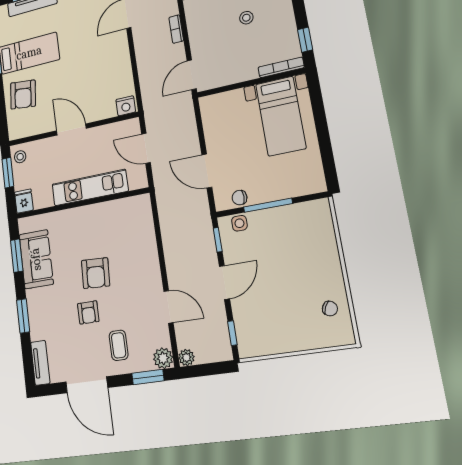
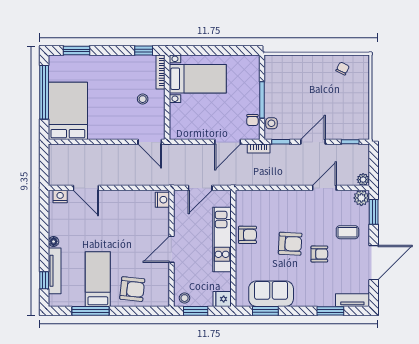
stool: (246, 18) -> (143, 99), moved
bookcase: (176, 29) -> (259, 149), moved
armchair: (99, 218) -> (247, 235), added
door: (224, 282) -> (313, 142), hinge flipped
window: (23, 316) -> (330, 311), moved

